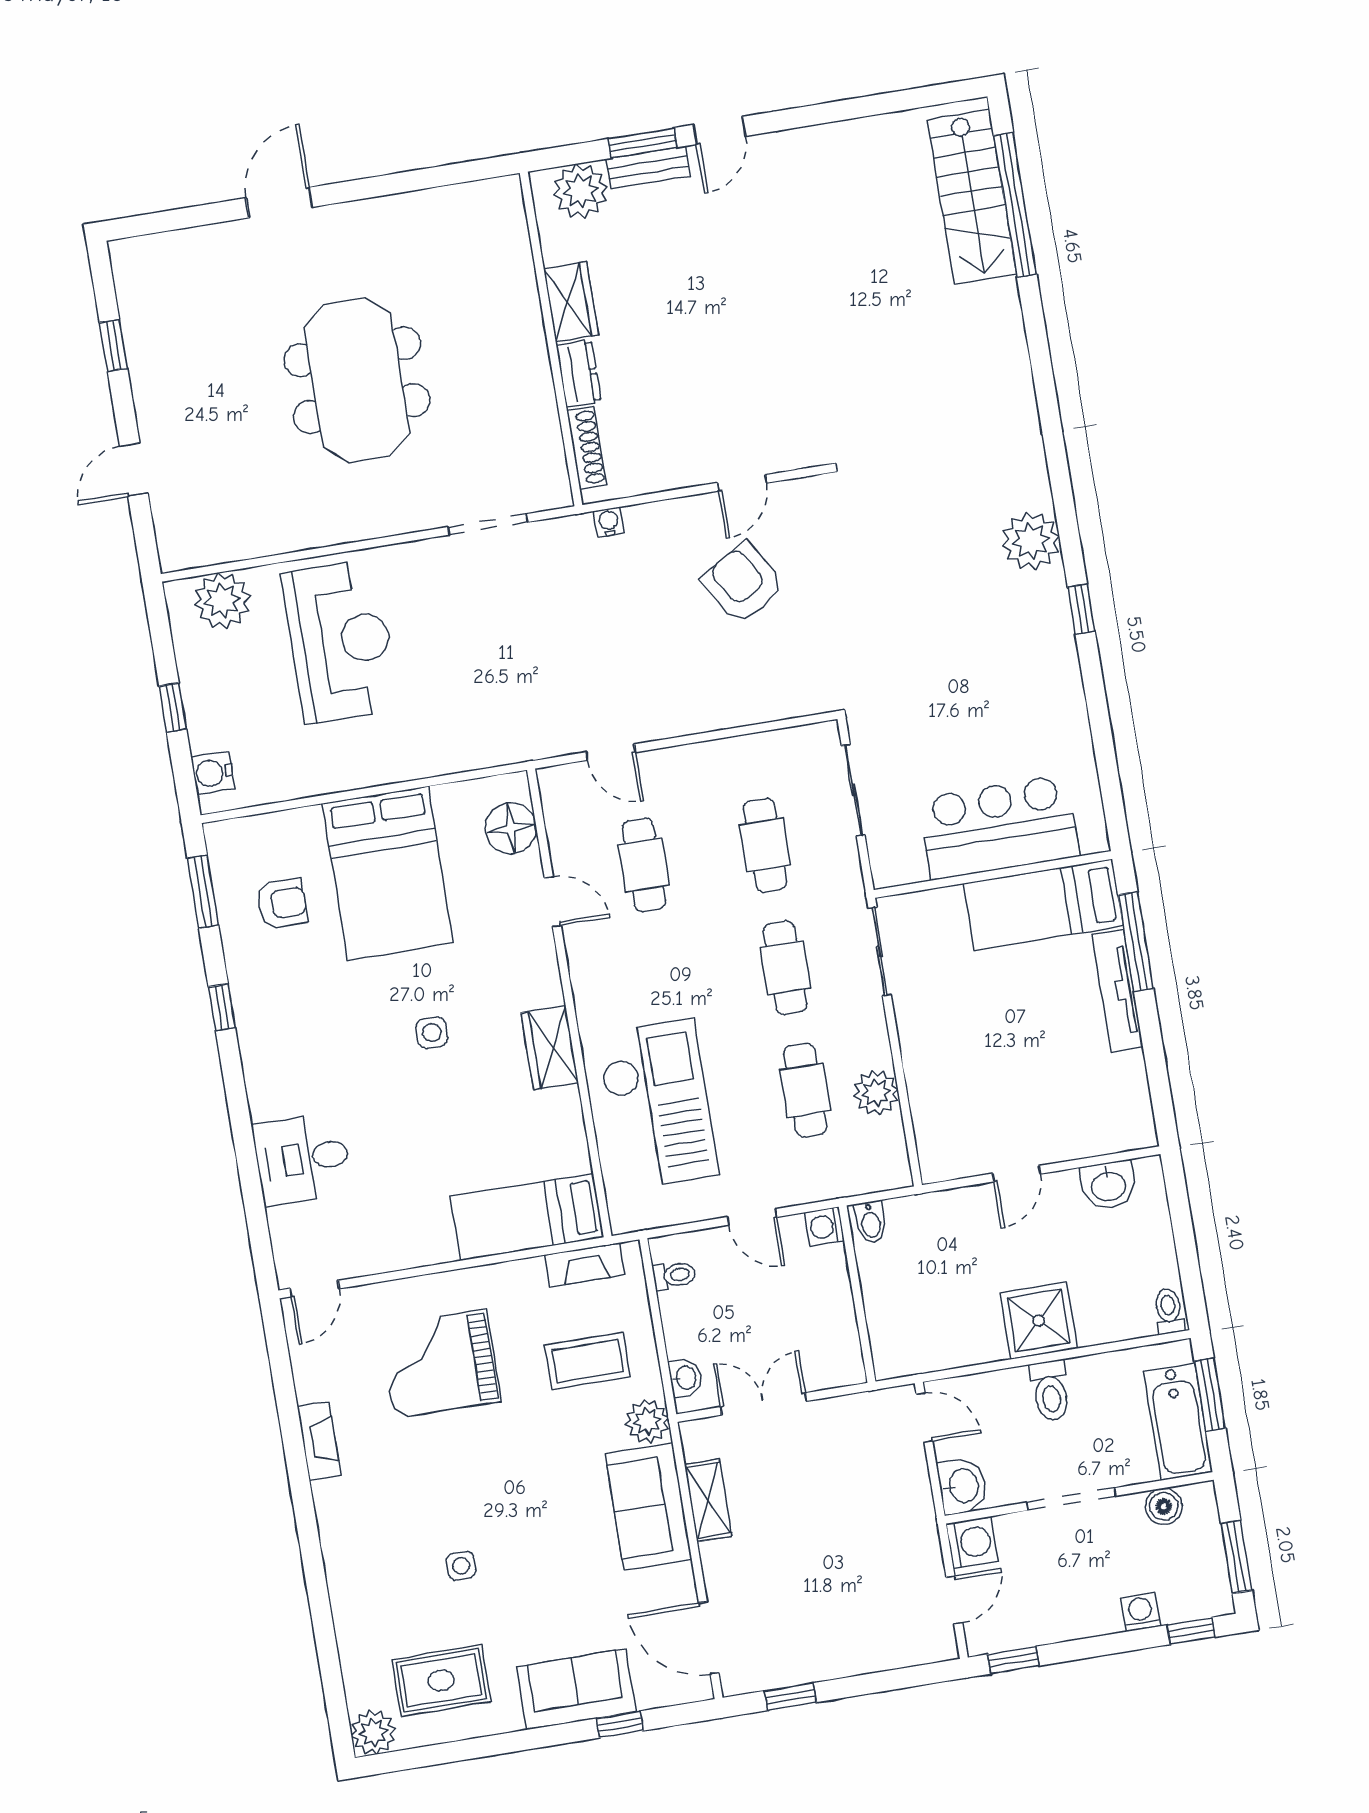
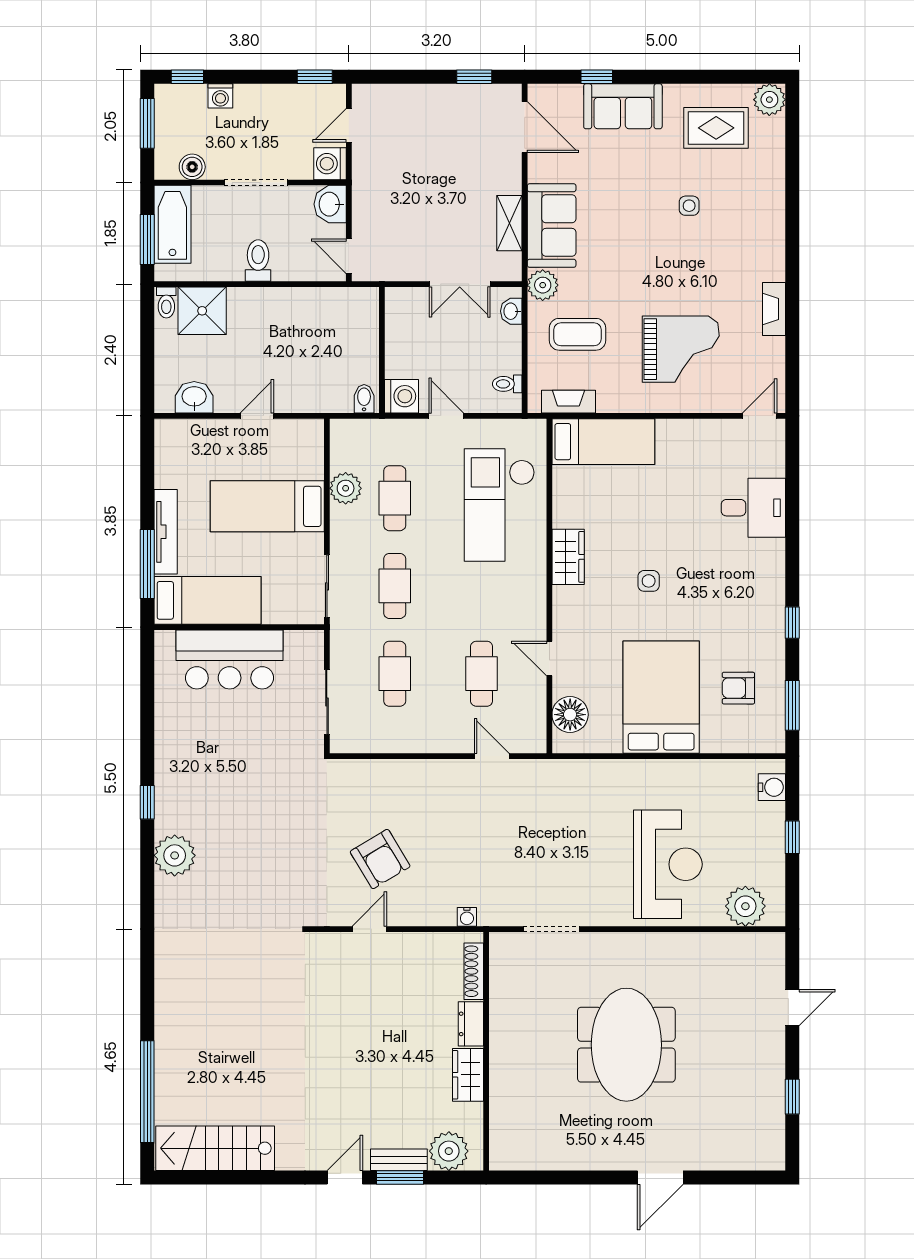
stairs: (972, 197) -> (215, 1148), moved, turned -90
reception desk: (340, 641) -> (668, 864), turned 180
bed: (981, 1050) -> (267, 506), added
washing machine: (824, 1227) -> (401, 396), width x1.38, depth x1.38
shower: (1039, 1321) -> (202, 311), moved

